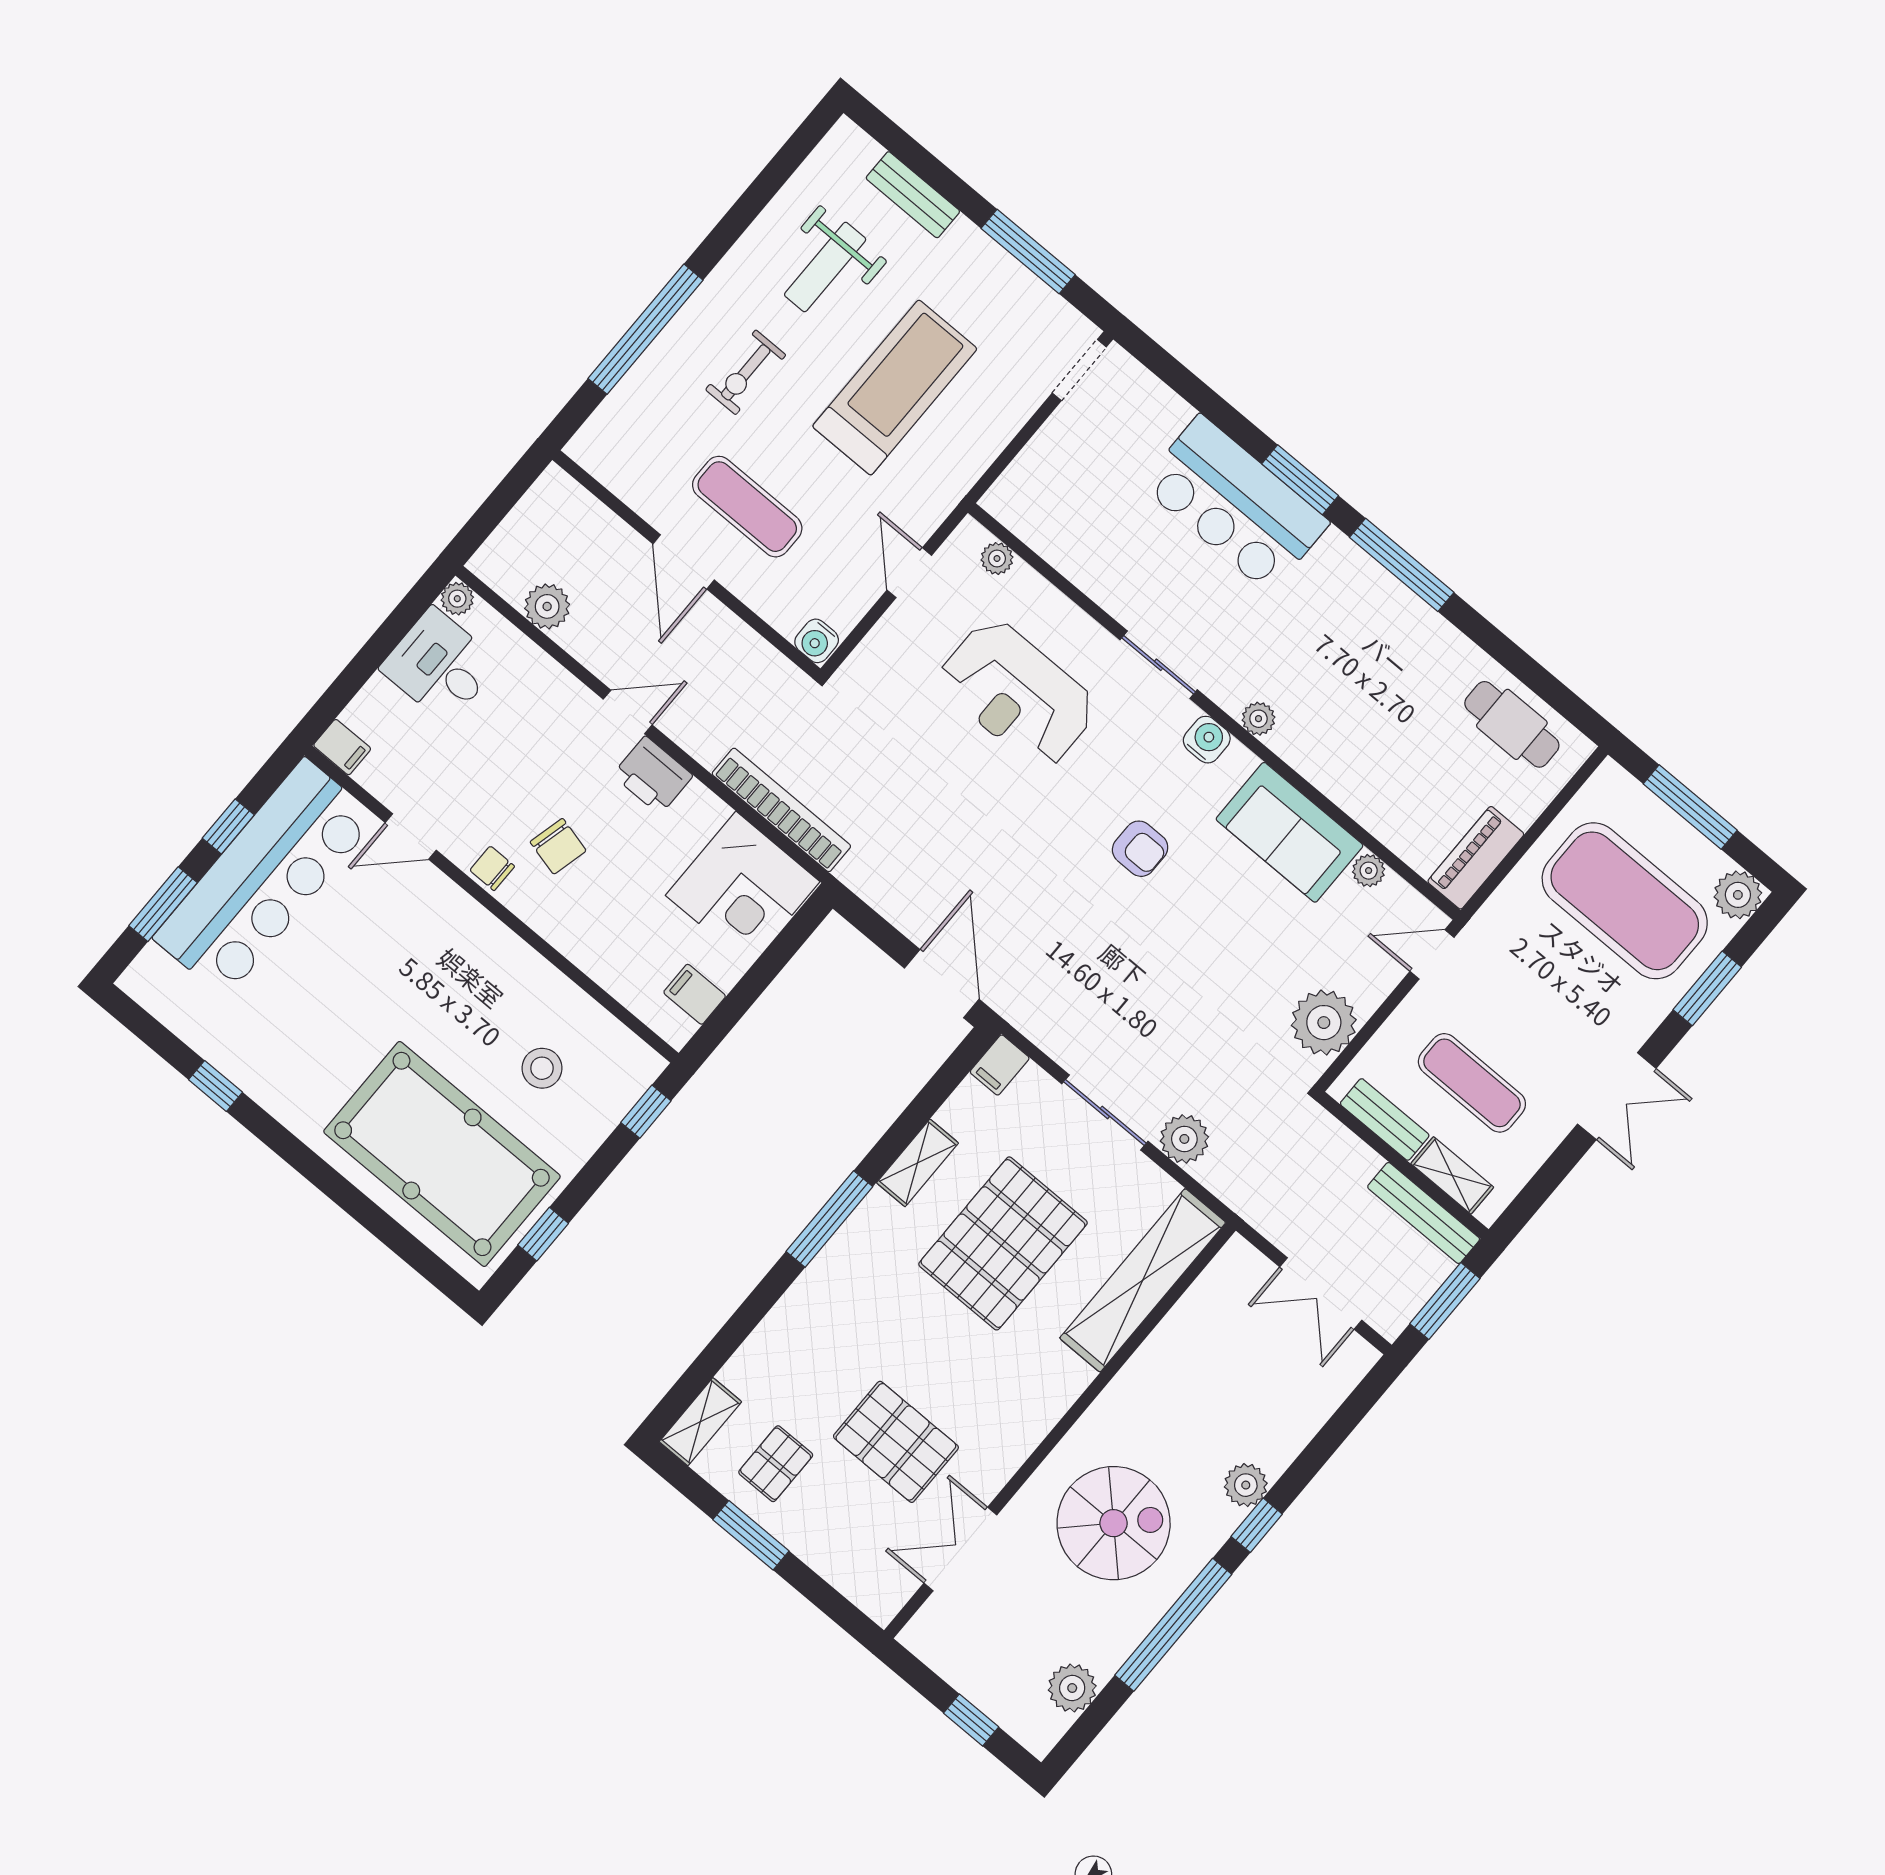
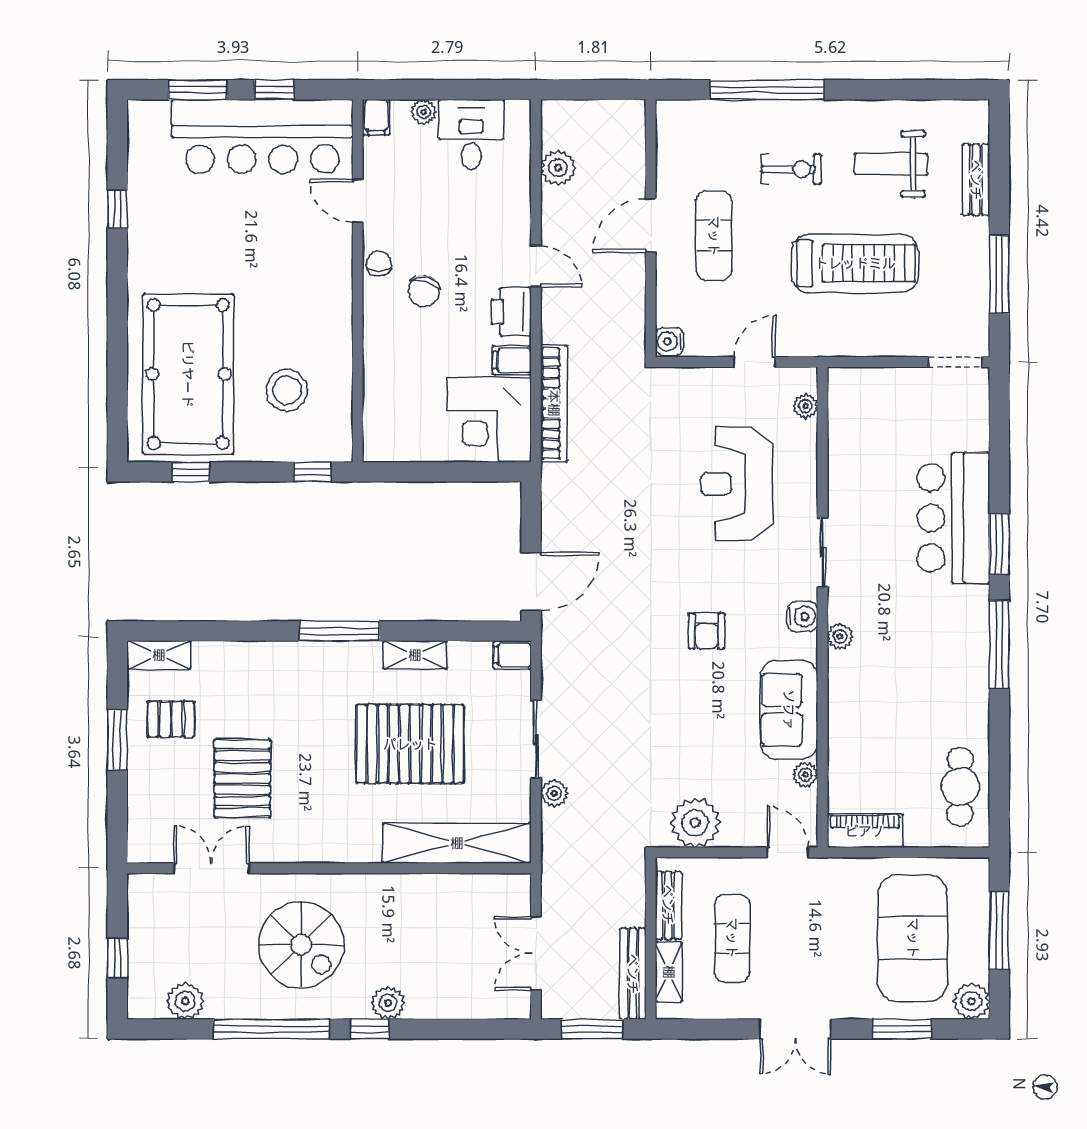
exercise bike: (746, 372) -> (791, 169), turned 180
plant: (457, 599) -> (424, 112), moved
filing cabinet: (695, 994) -> (512, 360), moved, turned -90
stool: (542, 1068) -> (287, 390), width x1.38, depth x1.38
plant: (1184, 1139) -> (554, 793), width x0.73, depth x0.73

